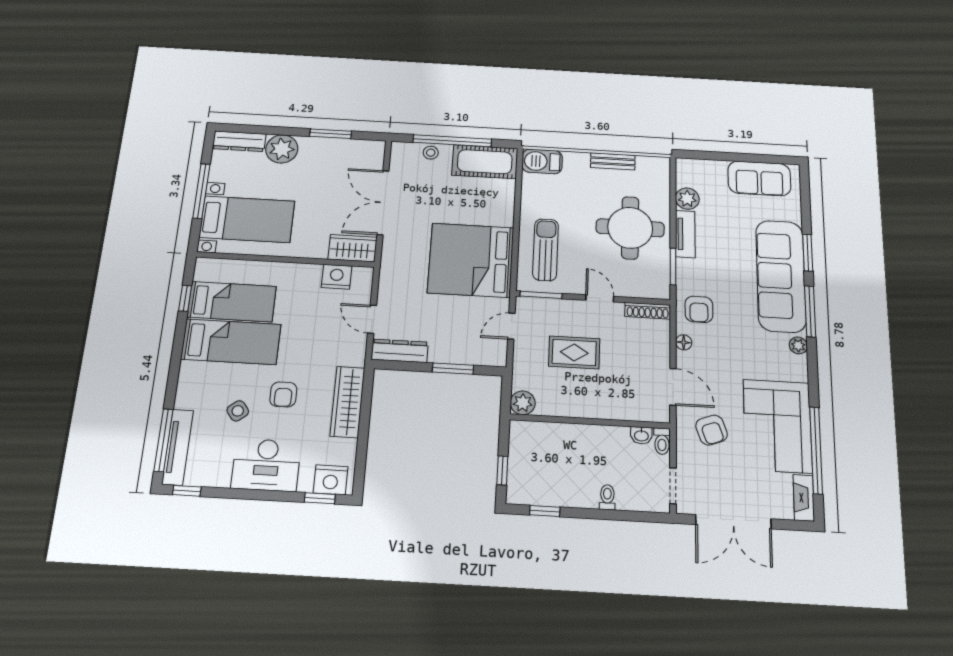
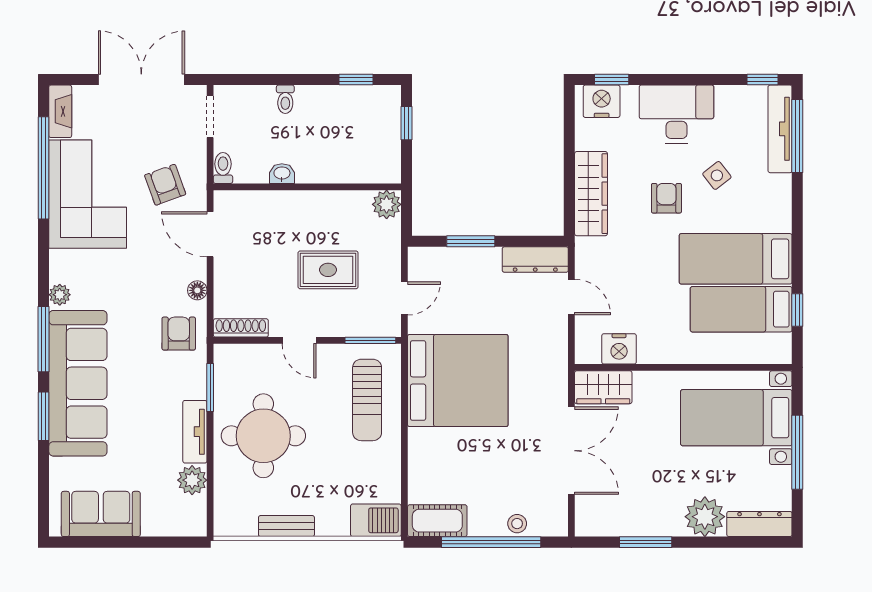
cot: (485, 162) -> (437, 521), width x0.73, depth x0.75
washbasin: (641, 435) -> (282, 174), moved

